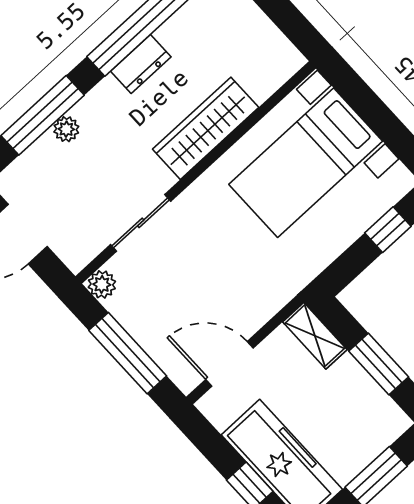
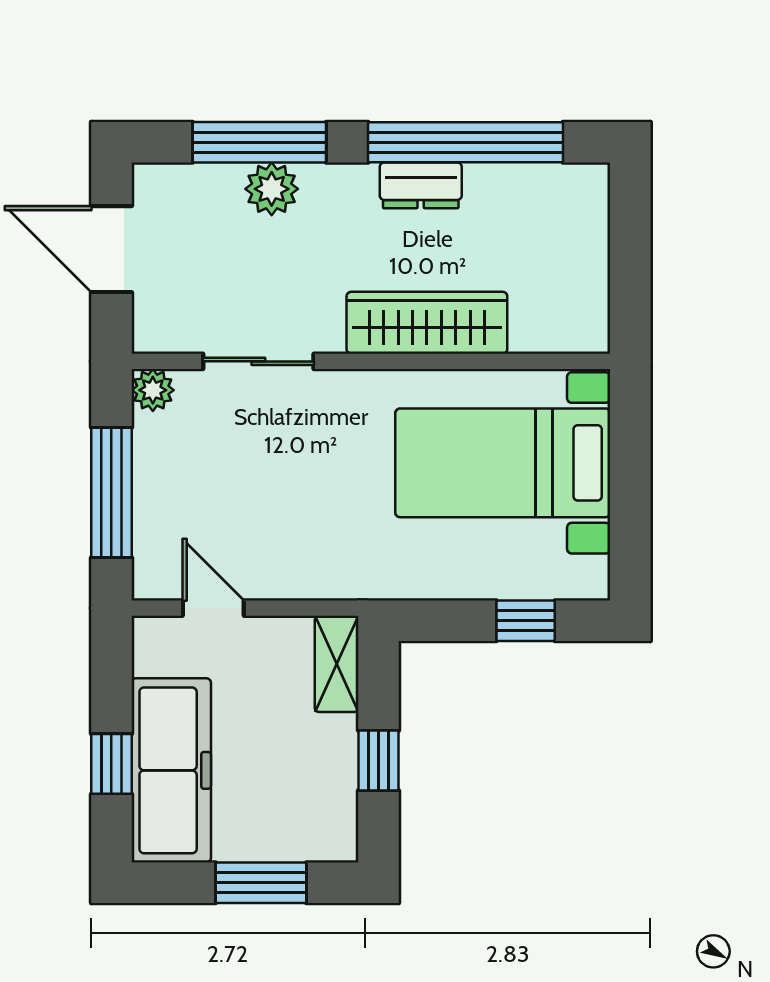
plant: (66, 129) -> (272, 189), width x1.38, depth x1.38
door: (229, 364) -> (213, 608), width x0.73
window: (379, 364) -> (378, 760), width x0.67

